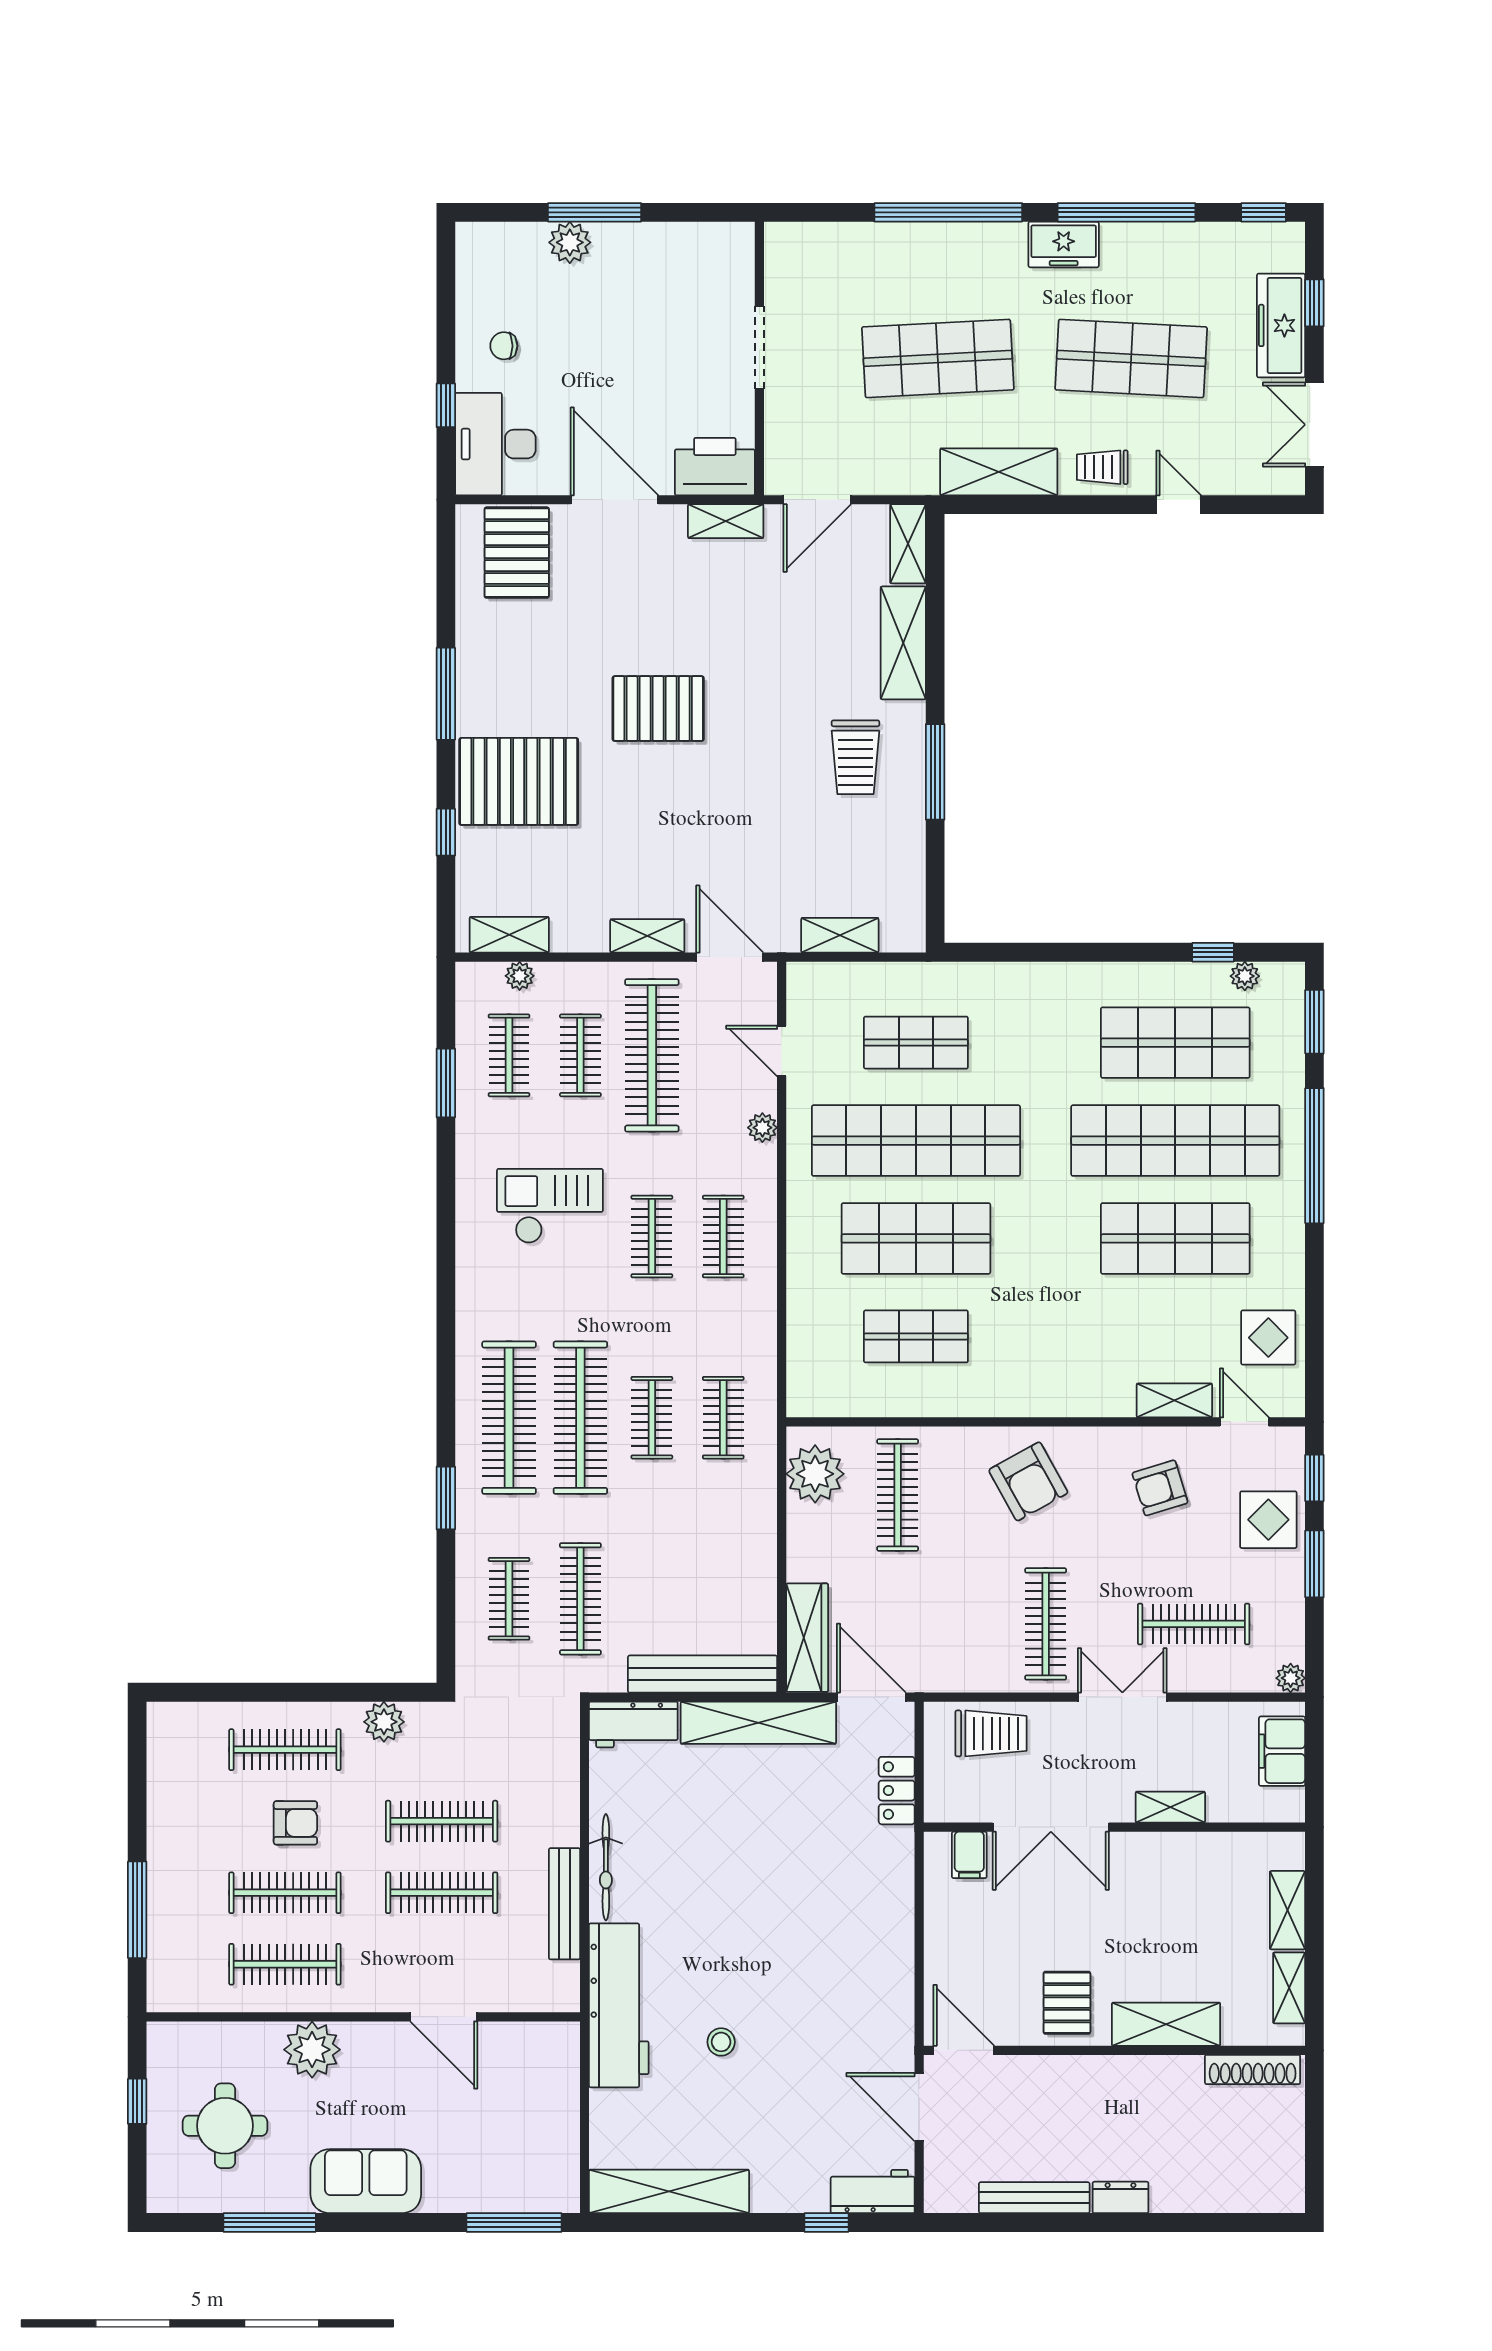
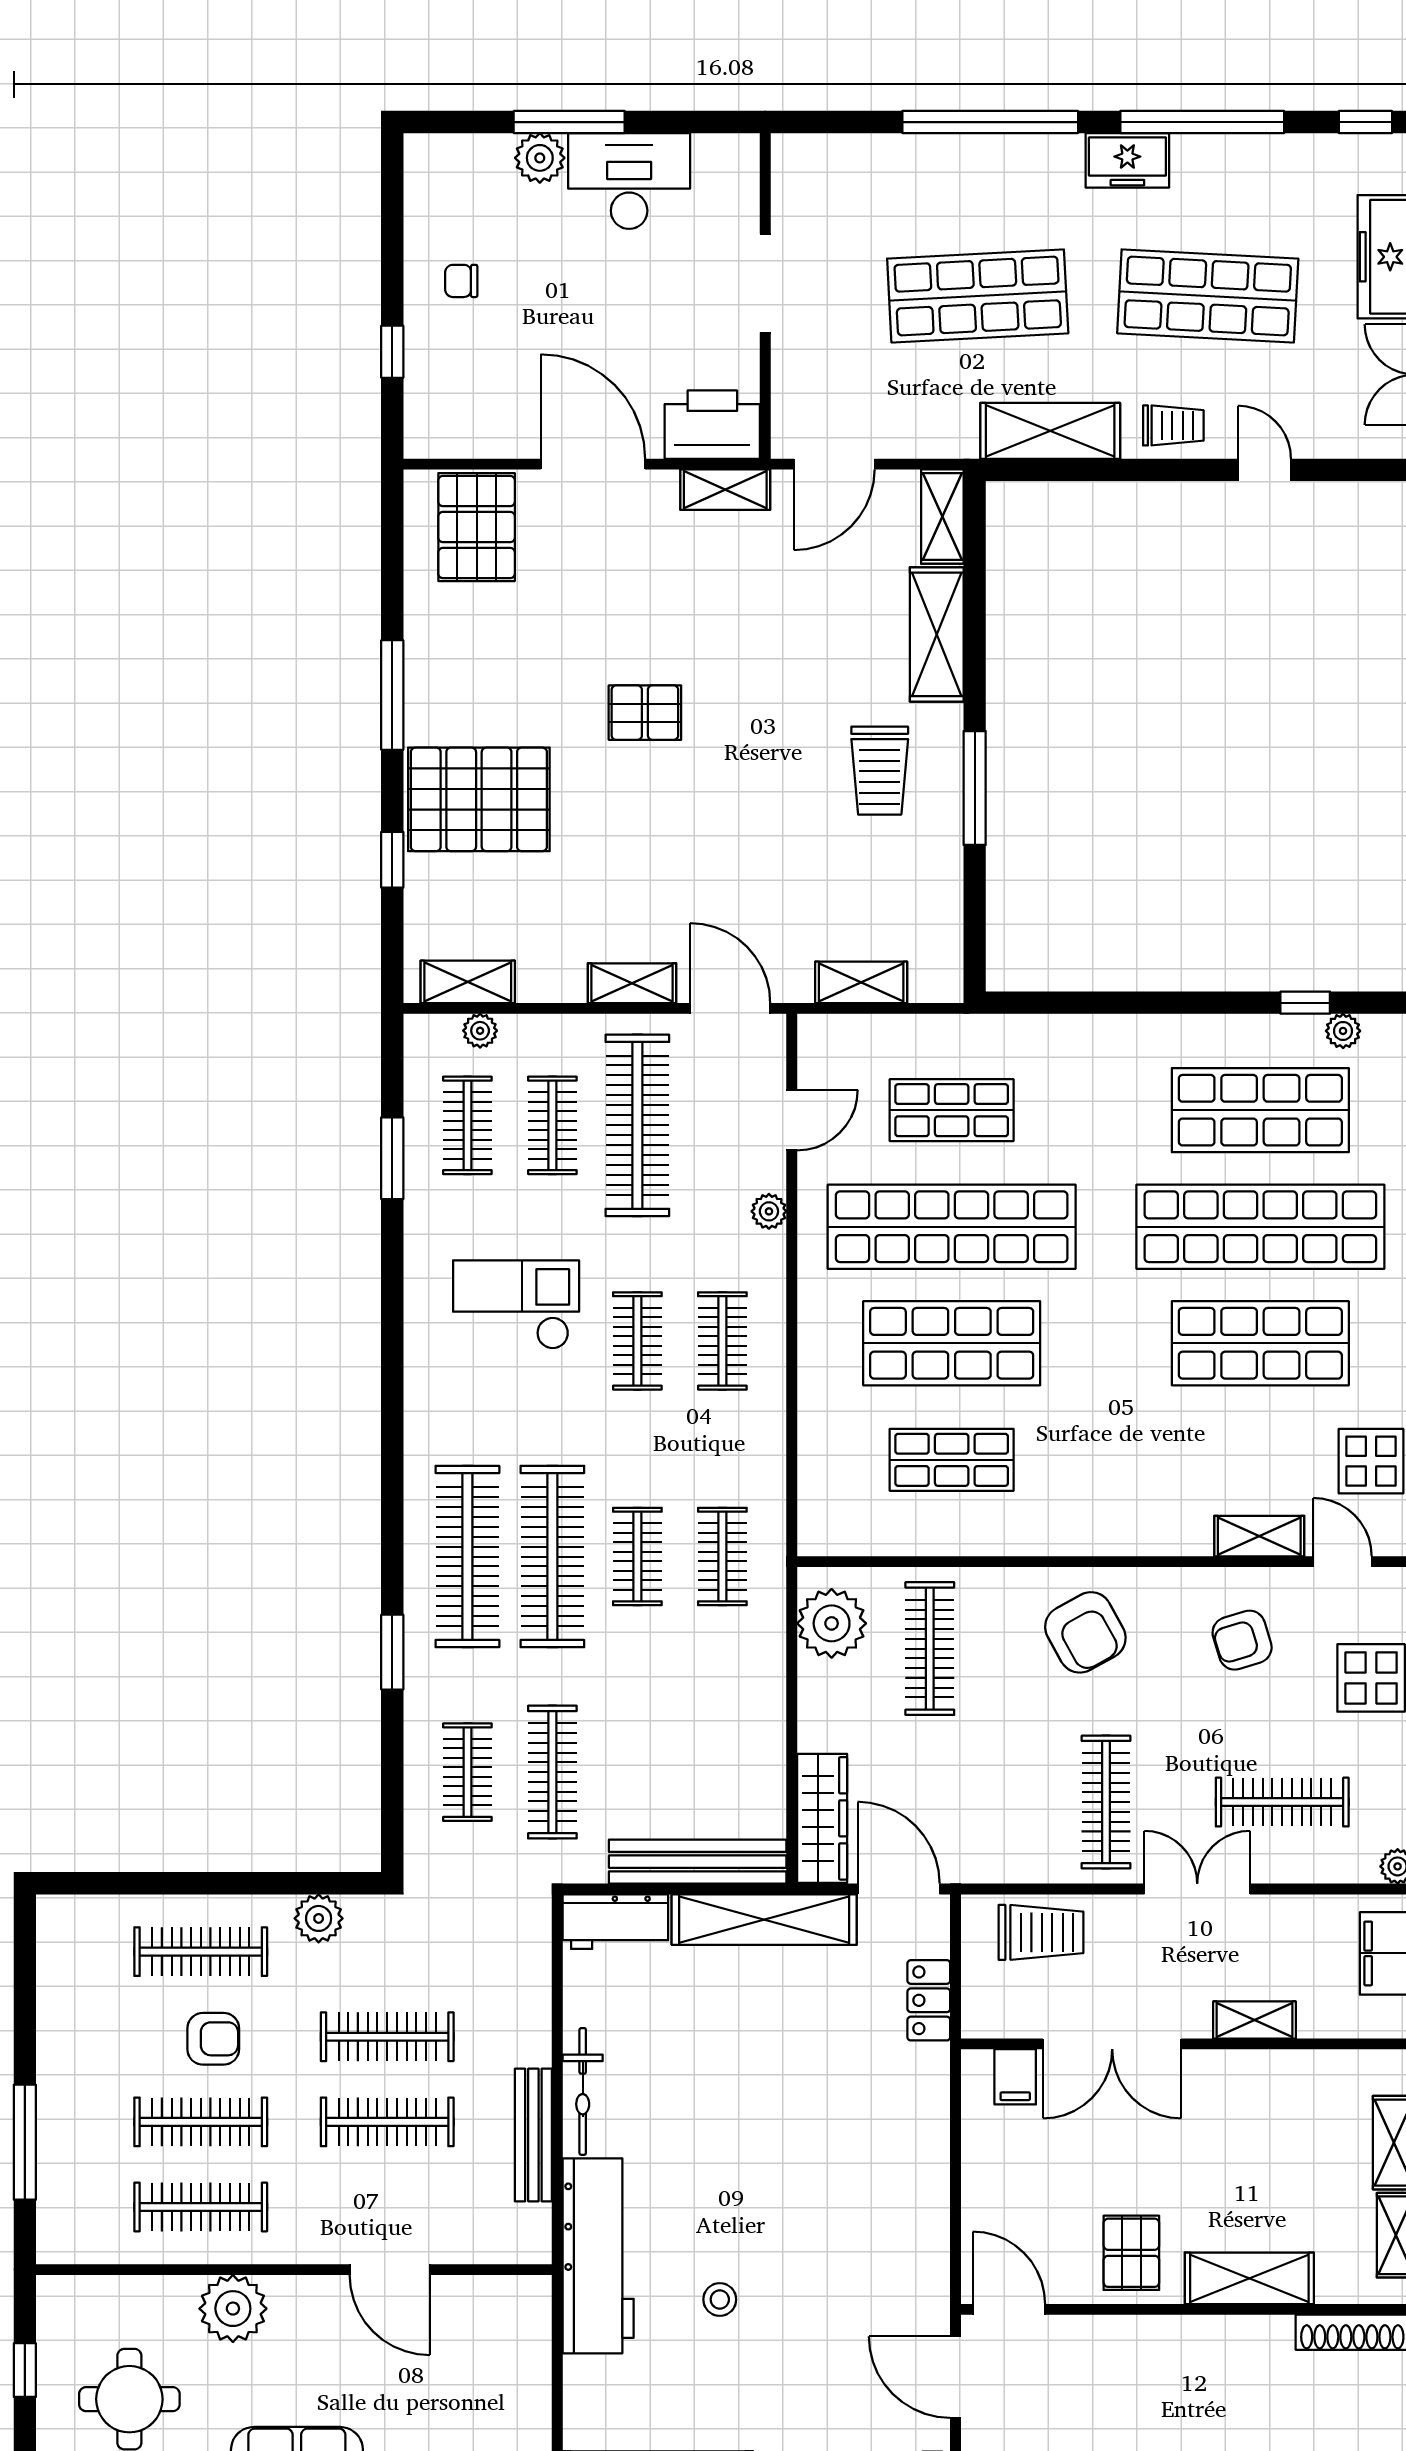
desk: (495, 444) -> (629, 181), moved, turned 90
trolley: (1102, 467) -> (1173, 425), turned 180
pallet: (658, 709) -> (645, 713), width x0.67, depth x0.71
door: (782, 1051) -> (792, 1120), swing flipped

